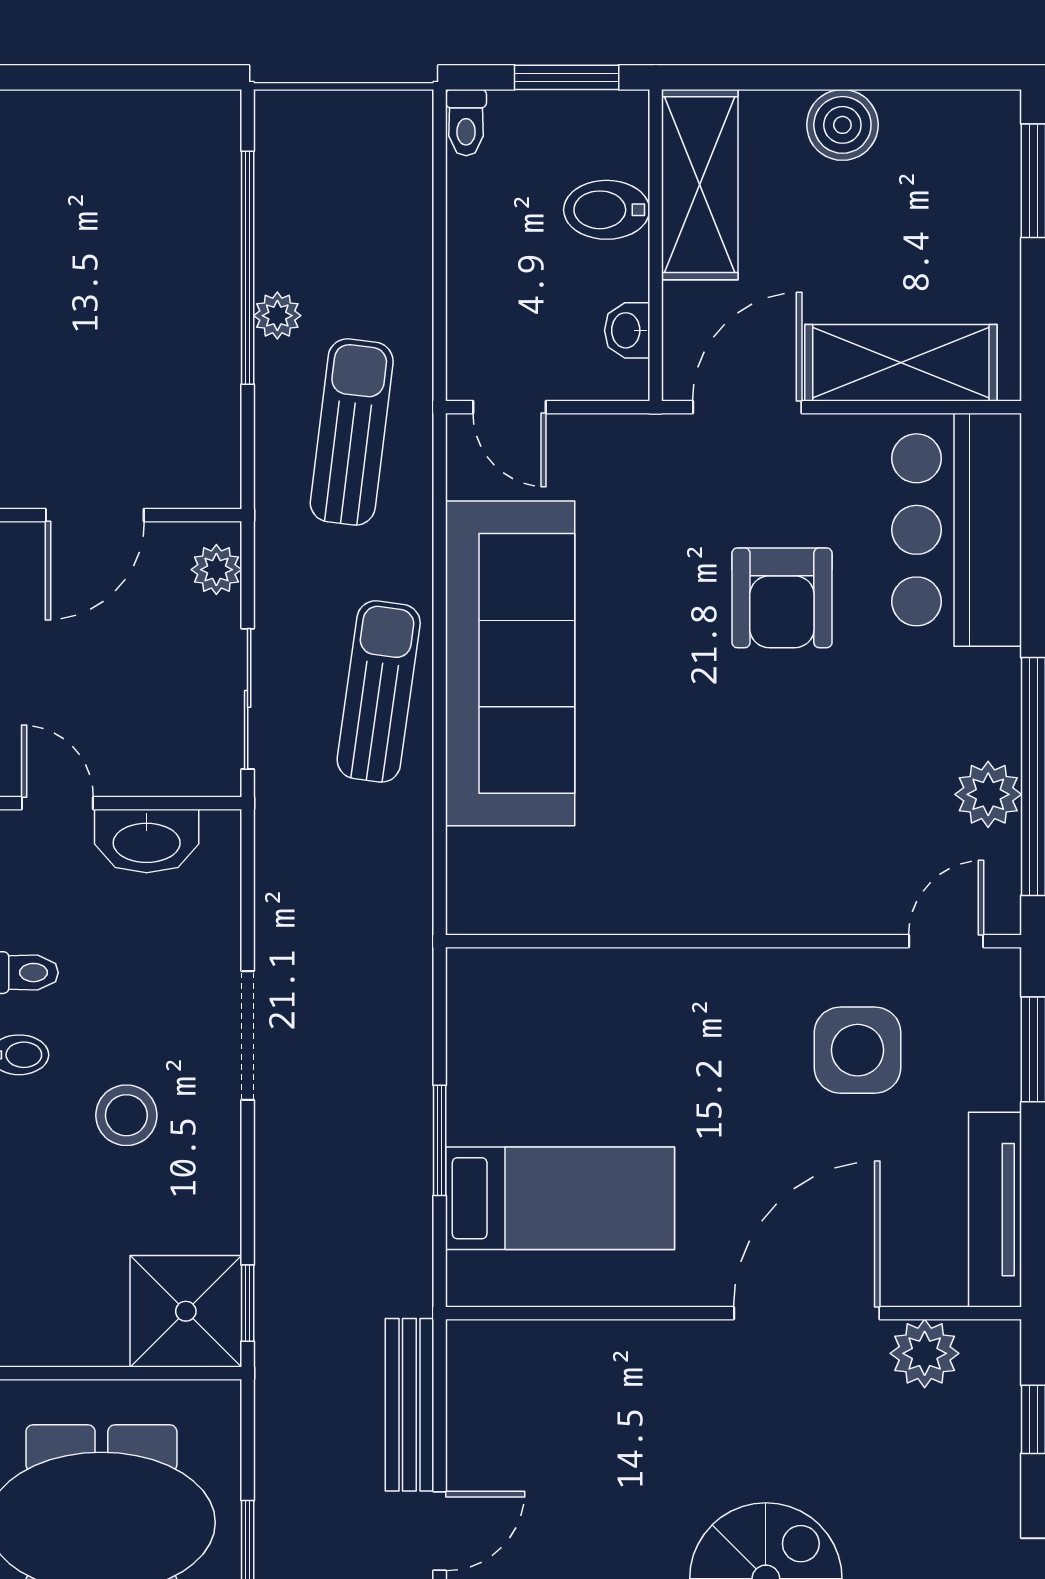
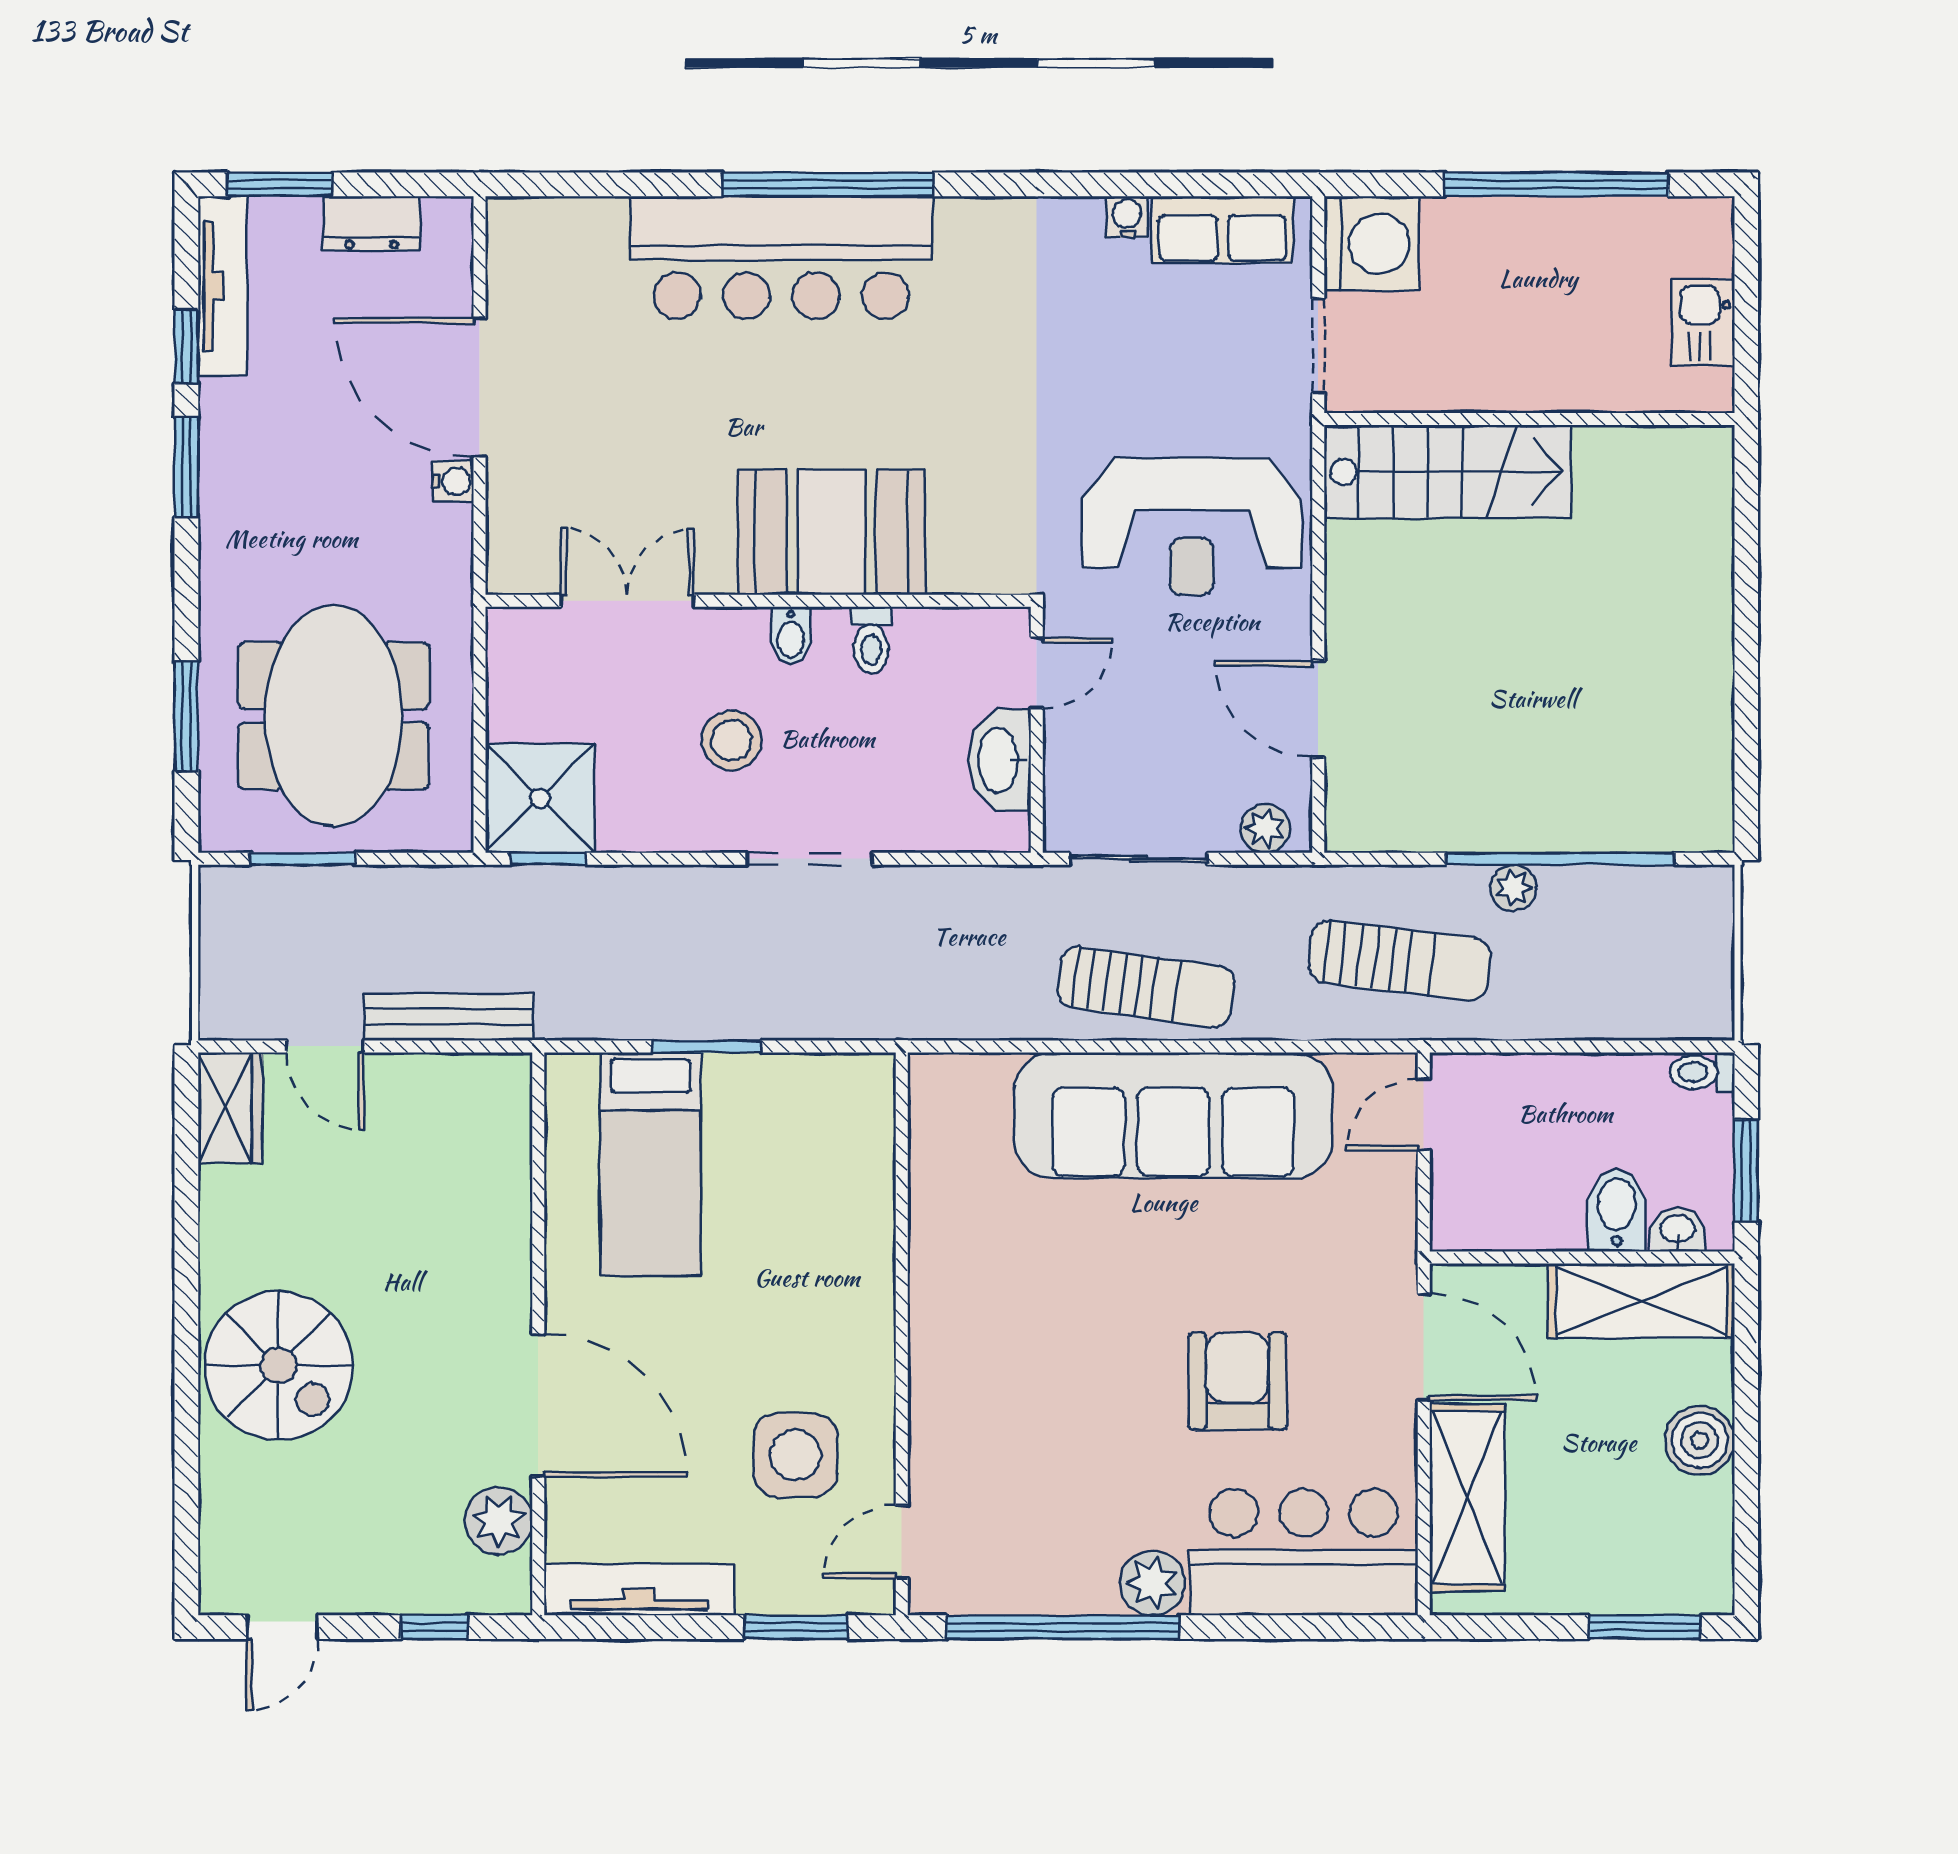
washbasin: (627, 330) -> (1678, 1230), moved
armchair: (782, 598) -> (1237, 1381), turned 90
plant: (988, 794) -> (1153, 1583), moved
door: (946, 941) -> (902, 1542), swing flipped

